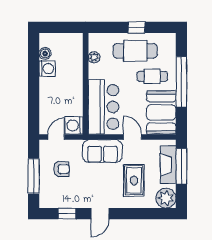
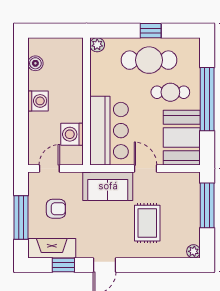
plant: (94, 57) -> (97, 45), moved
washing machine: (47, 69) -> (38, 101), moved
washing machine: (74, 125) -> (72, 134), moved
fireplace: (168, 165) -> (52, 248), moved, turned 90
plant: (166, 198) -> (193, 251), width x0.53, depth x0.53

